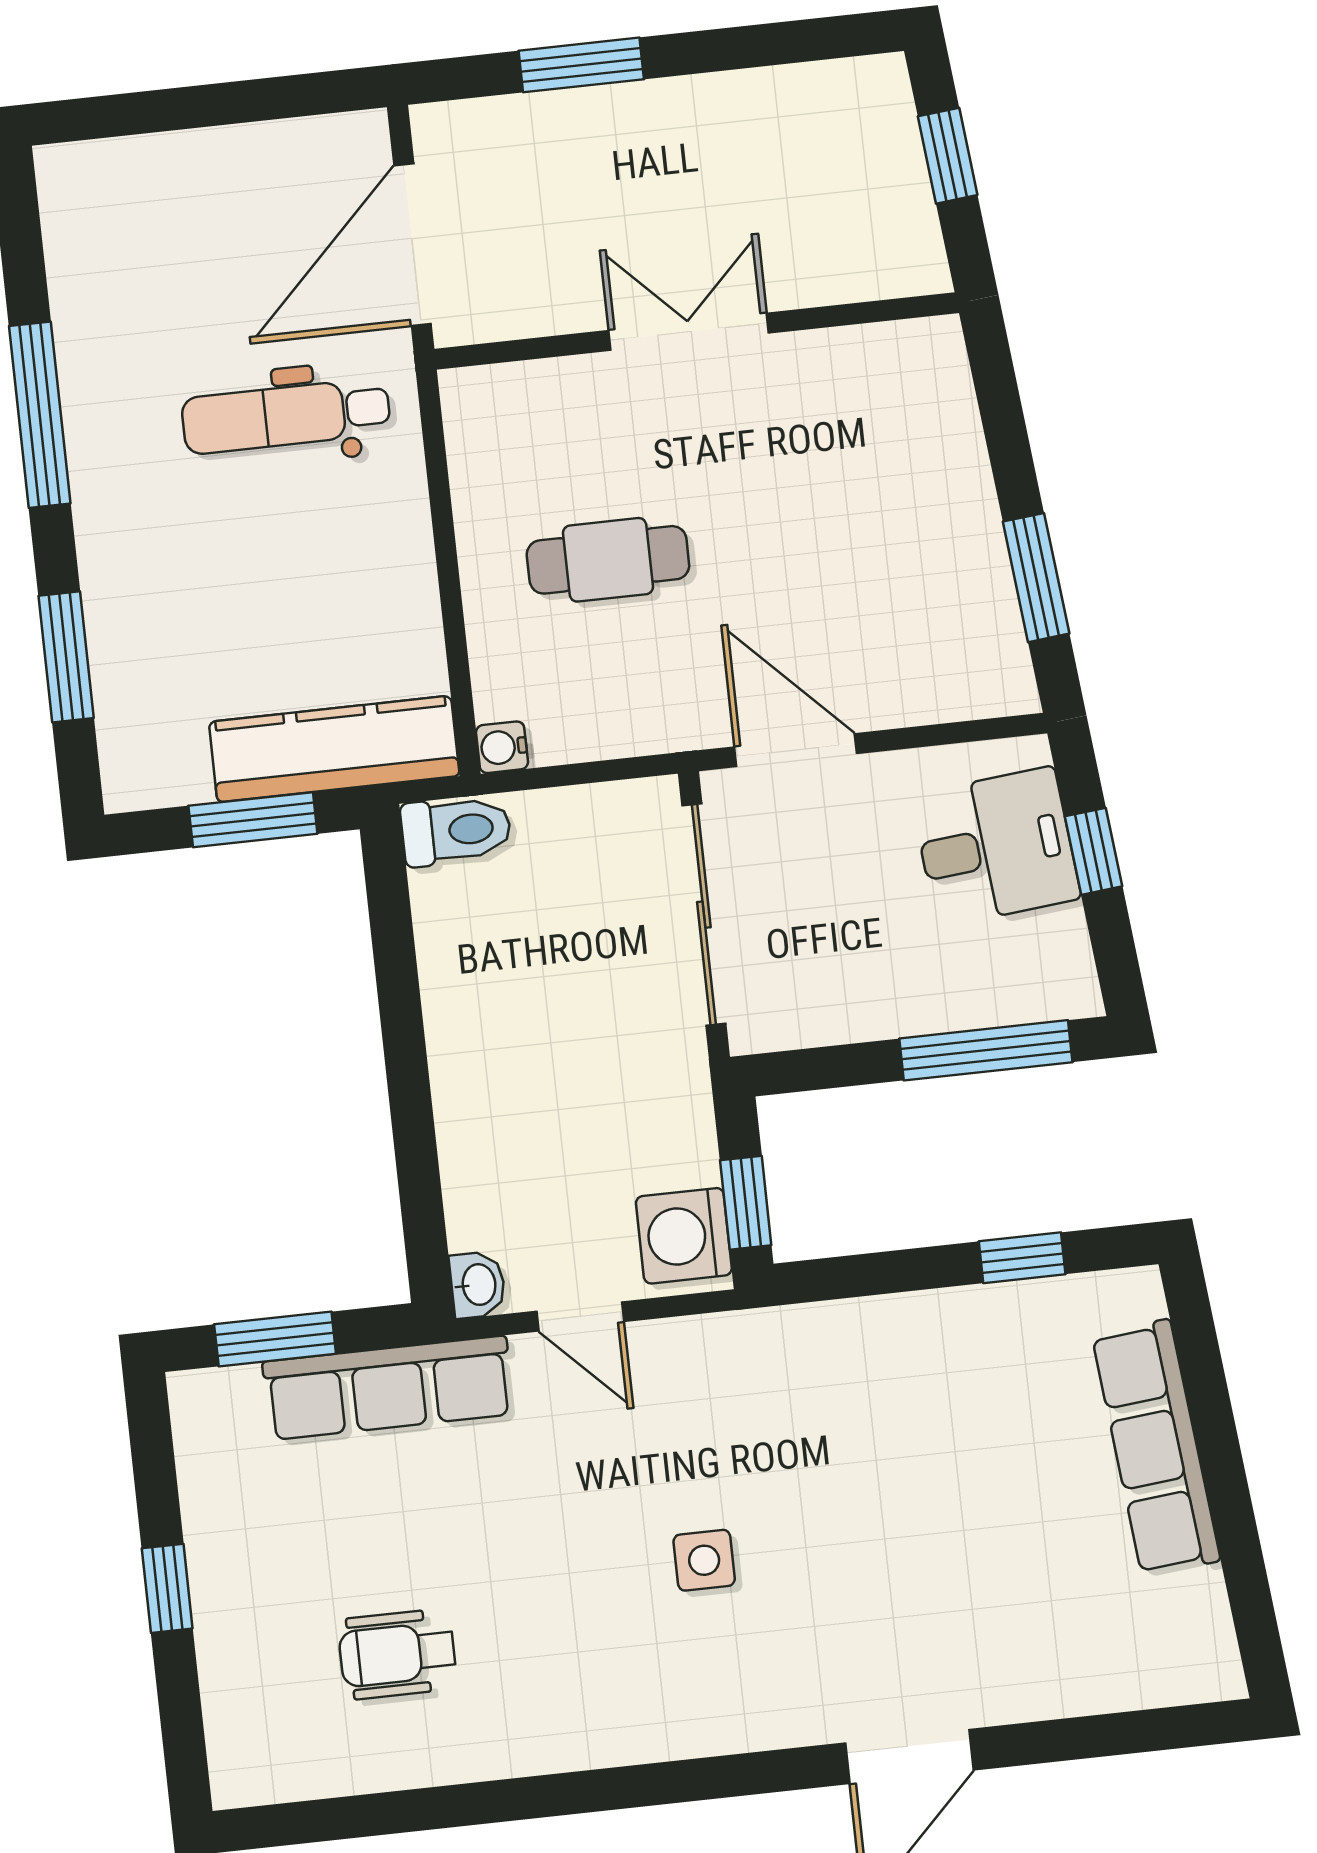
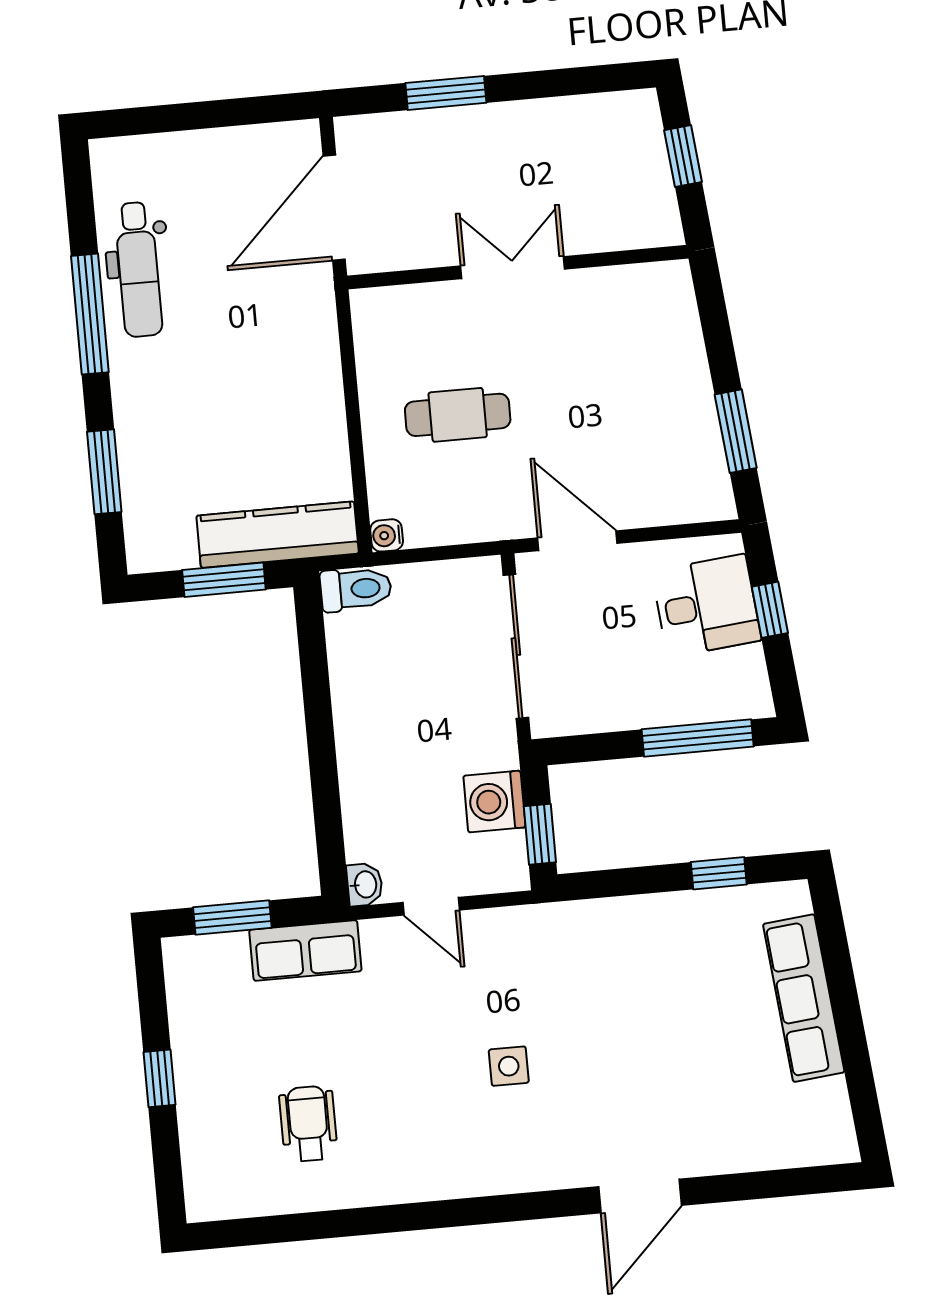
dental chair: (286, 416) -> (138, 269), moved, turned -90
washing machine: (684, 1236) -> (494, 802), moved
row of seats: (388, 1388) -> (305, 950), width x0.68
wheelchair: (397, 1654) -> (308, 1124), turned 90

